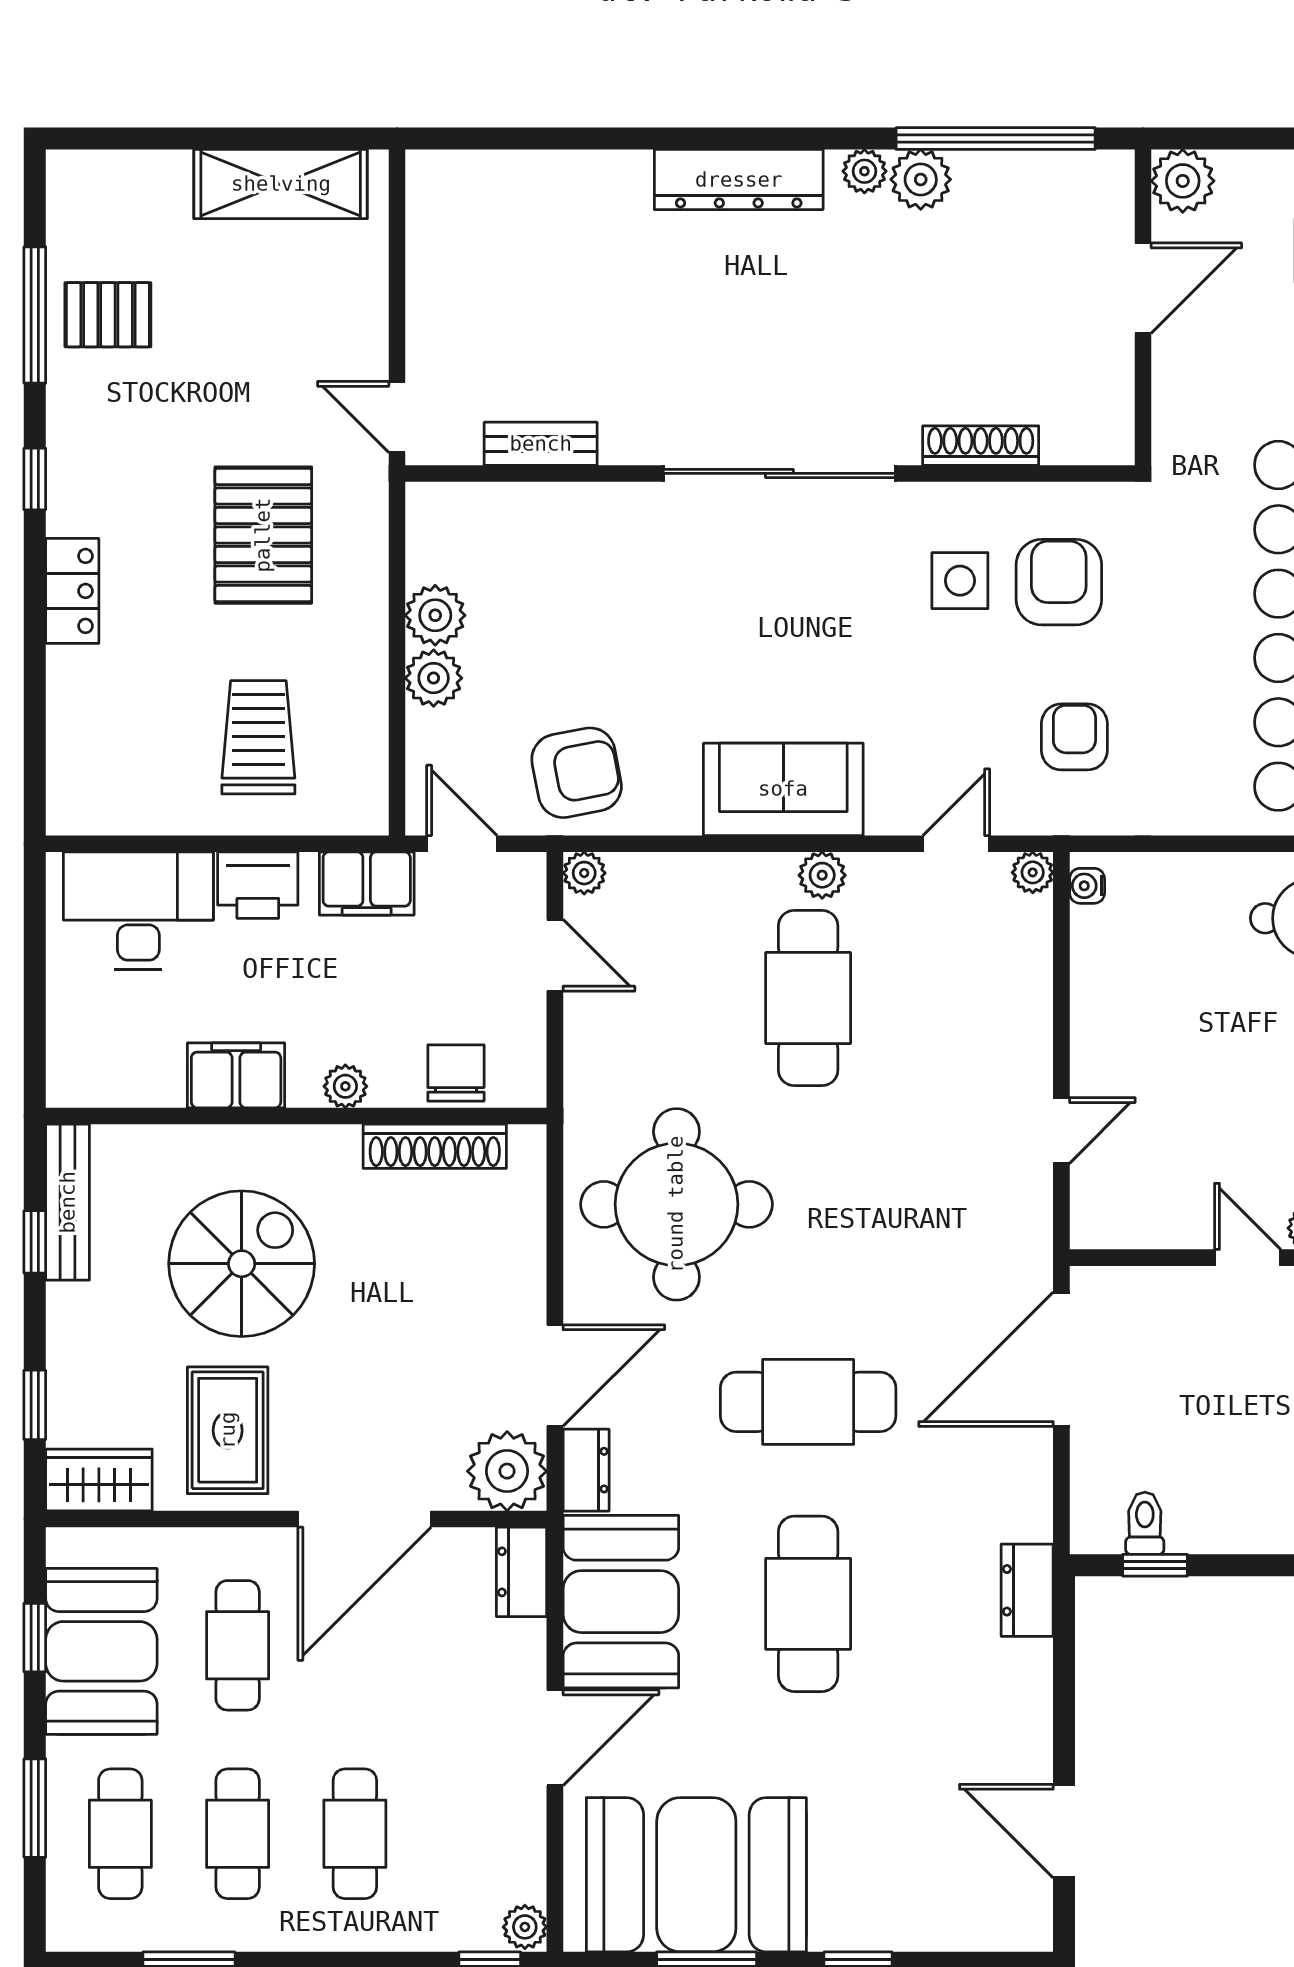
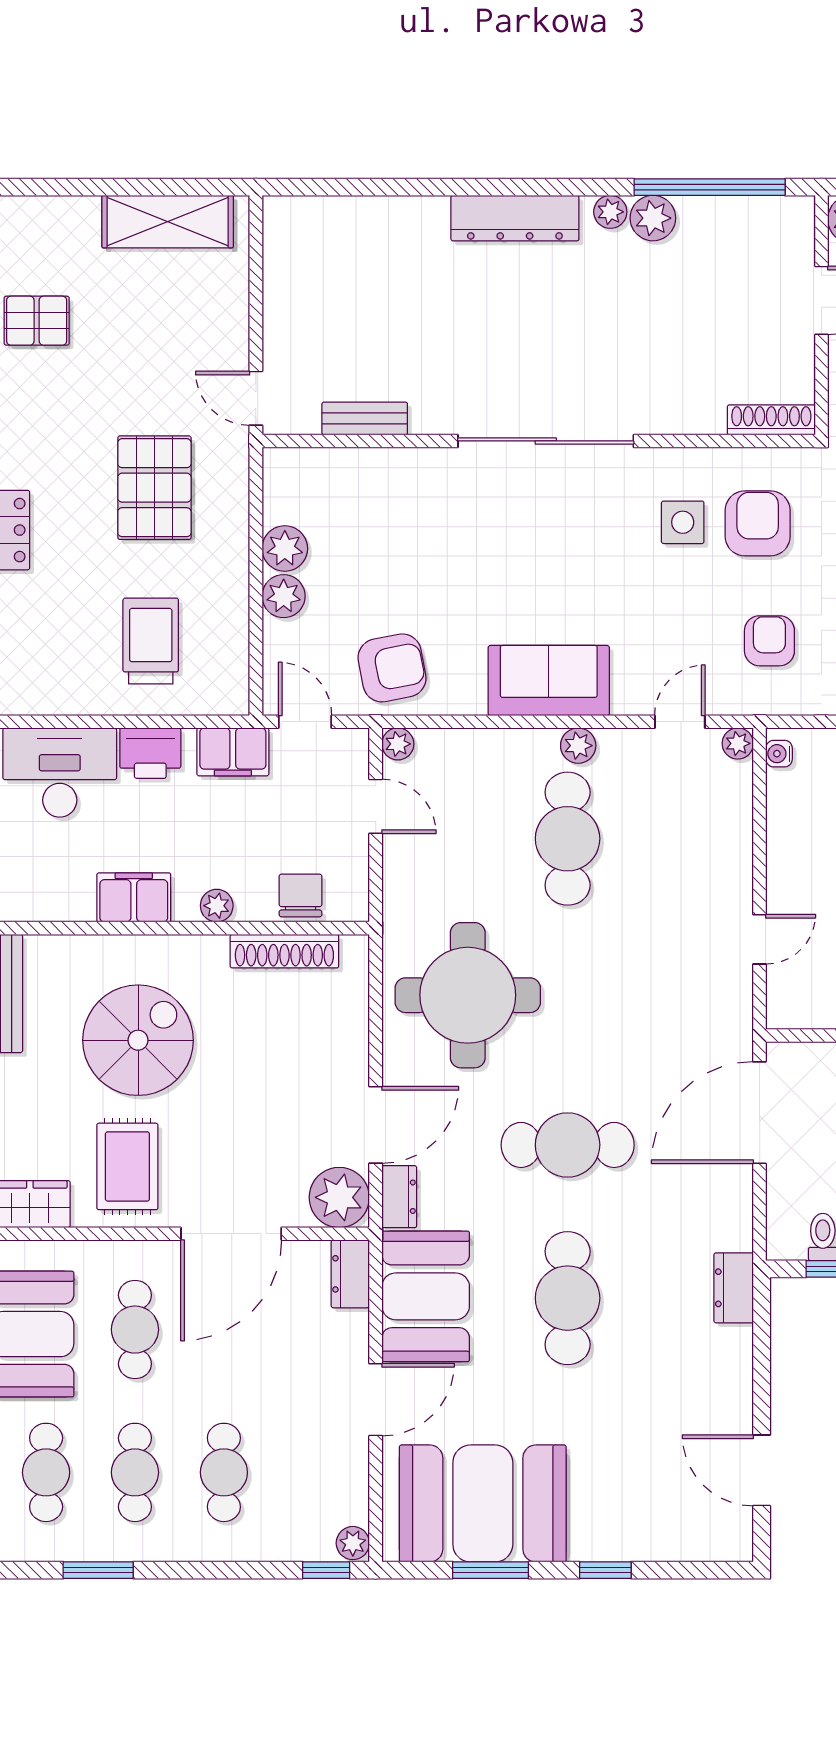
shoe rack: (981, 446) -> (771, 420), moved

